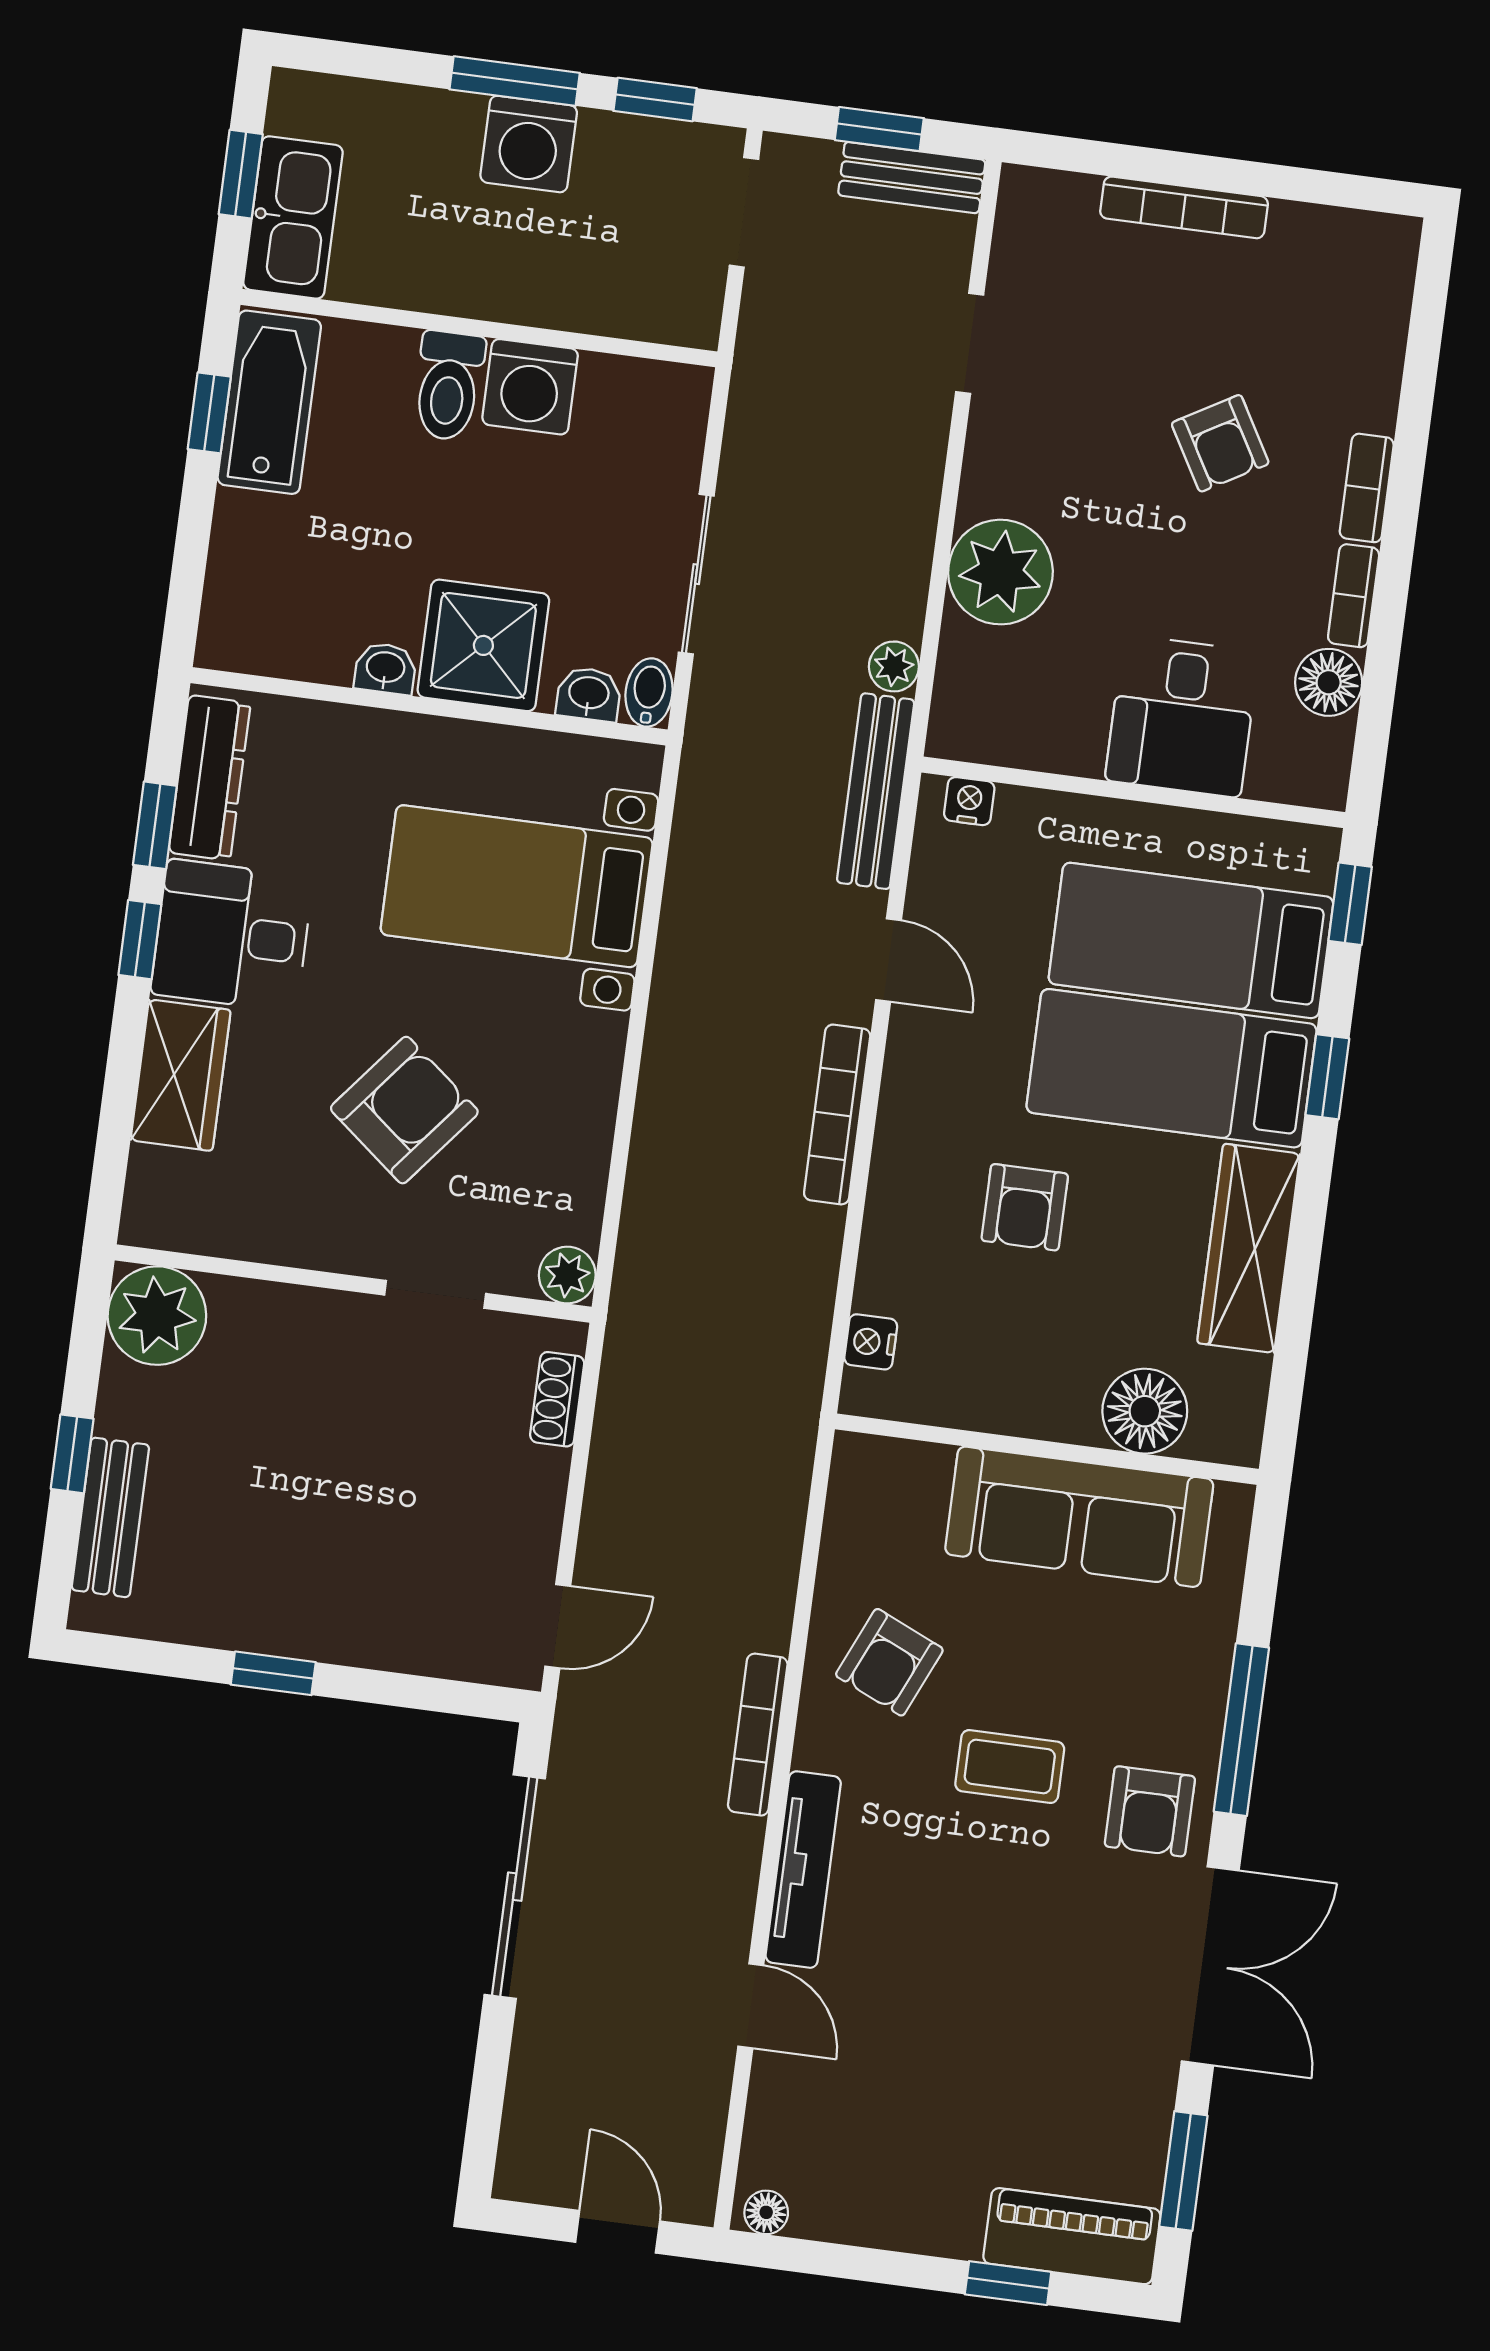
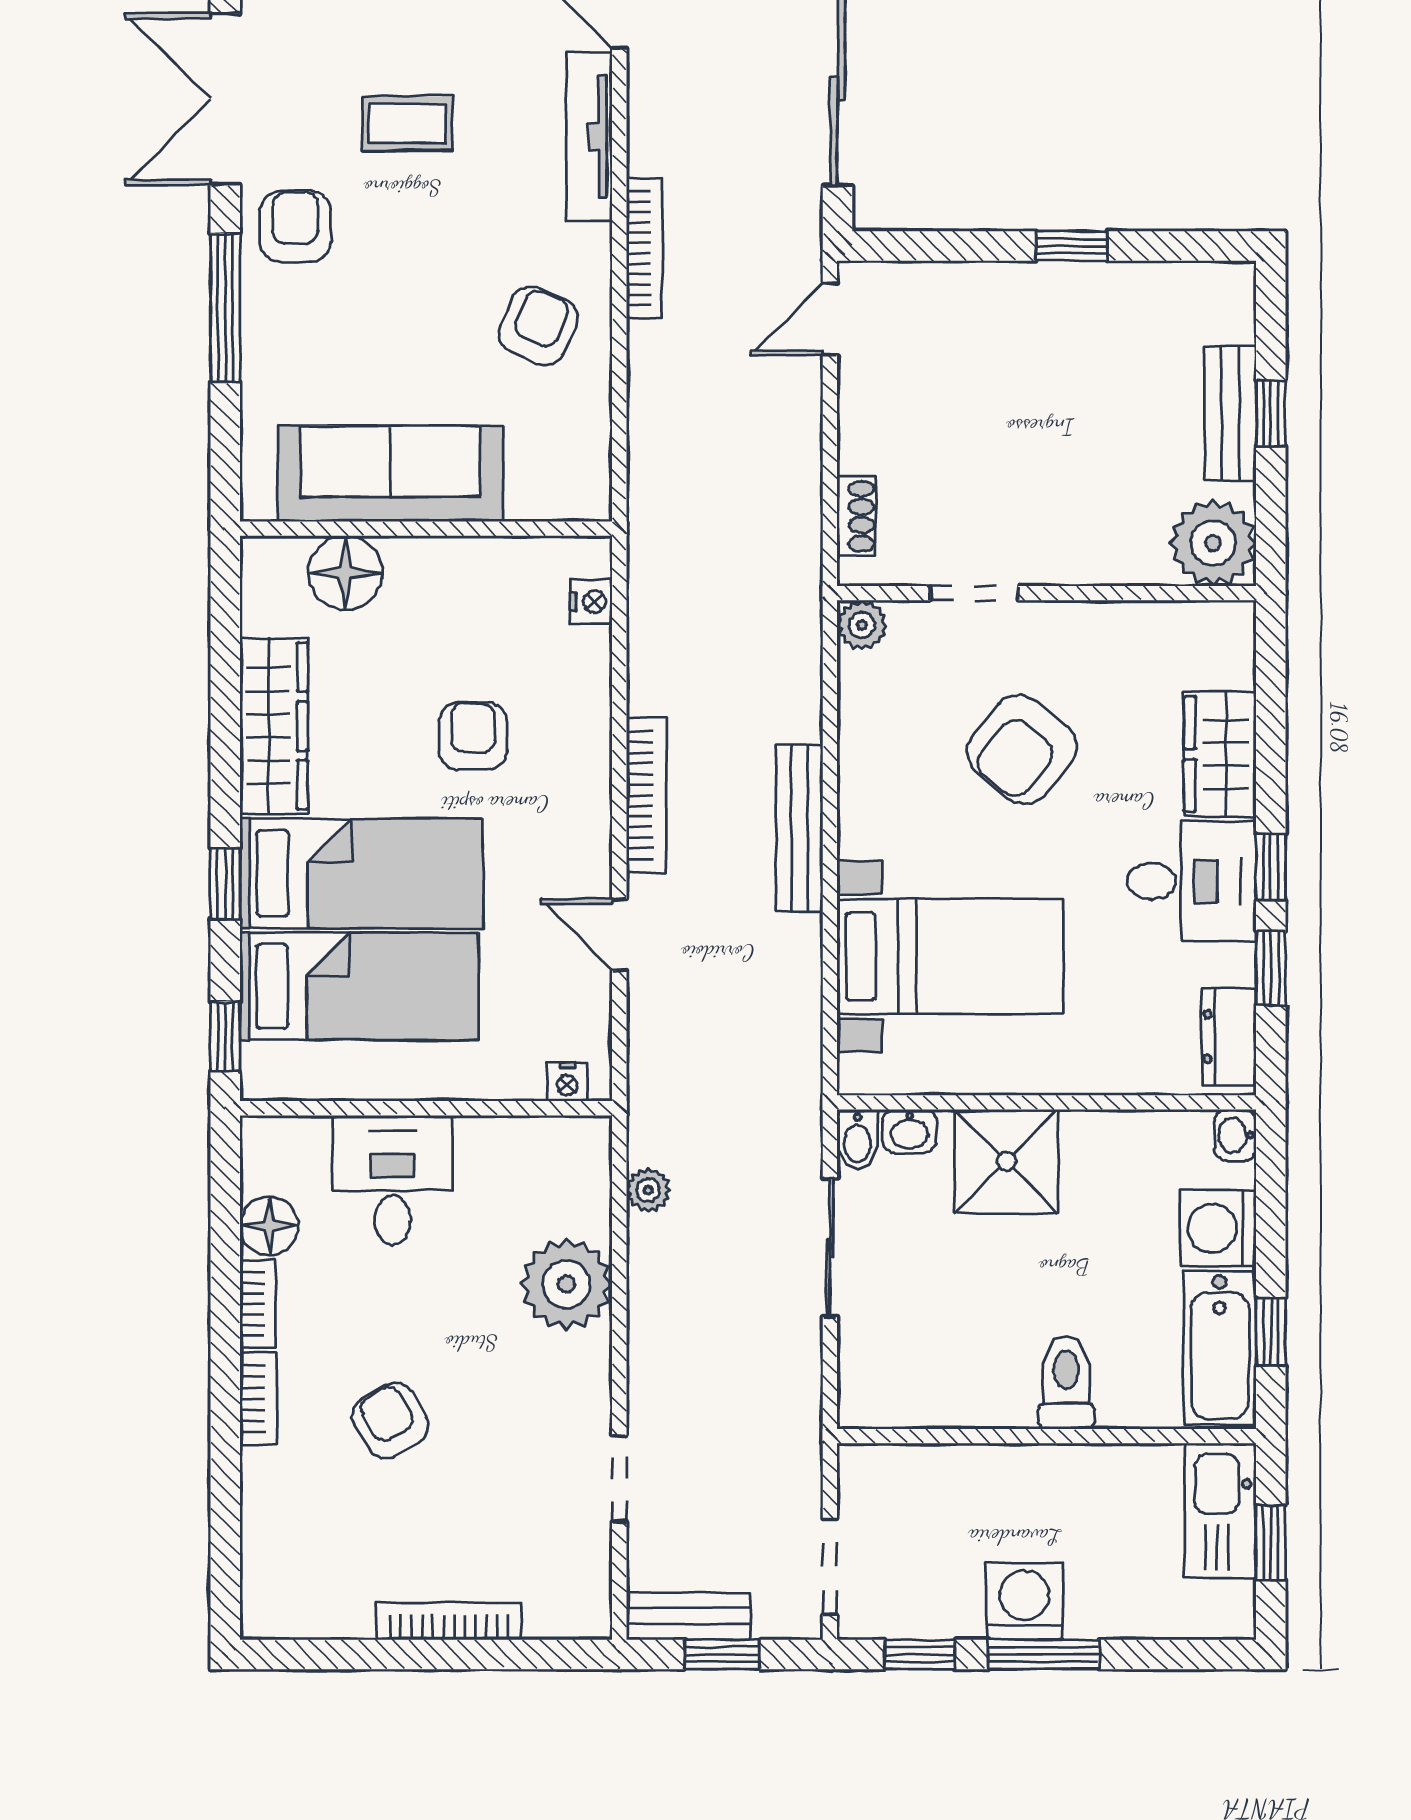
washing machine: (530, 387) -> (1218, 1228), moved, turned -90
washbasin: (385, 668) -> (1235, 1135), moved, turned 90
dresser: (210, 778) -> (1229, 1037), width x0.70
bench: (876, 791) -> (800, 828), moved
bench: (110, 1517) -> (1230, 413), moved
coffee table: (1010, 1767) -> (407, 123), moved

